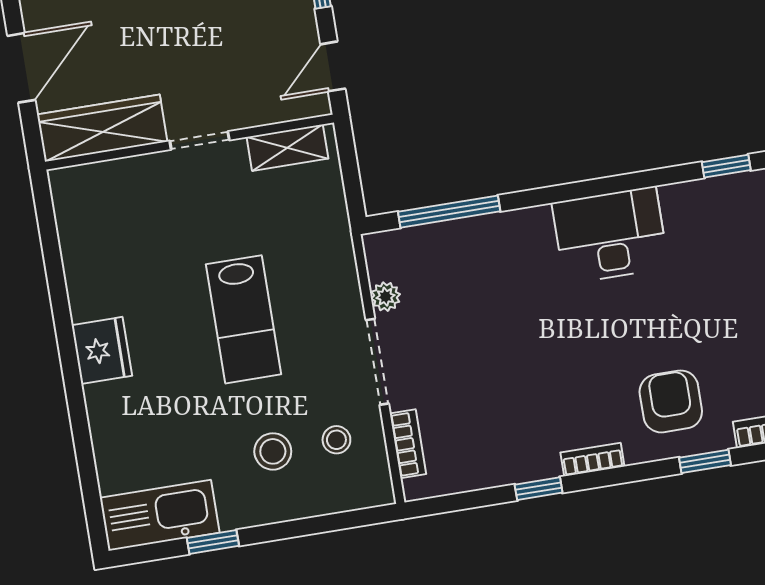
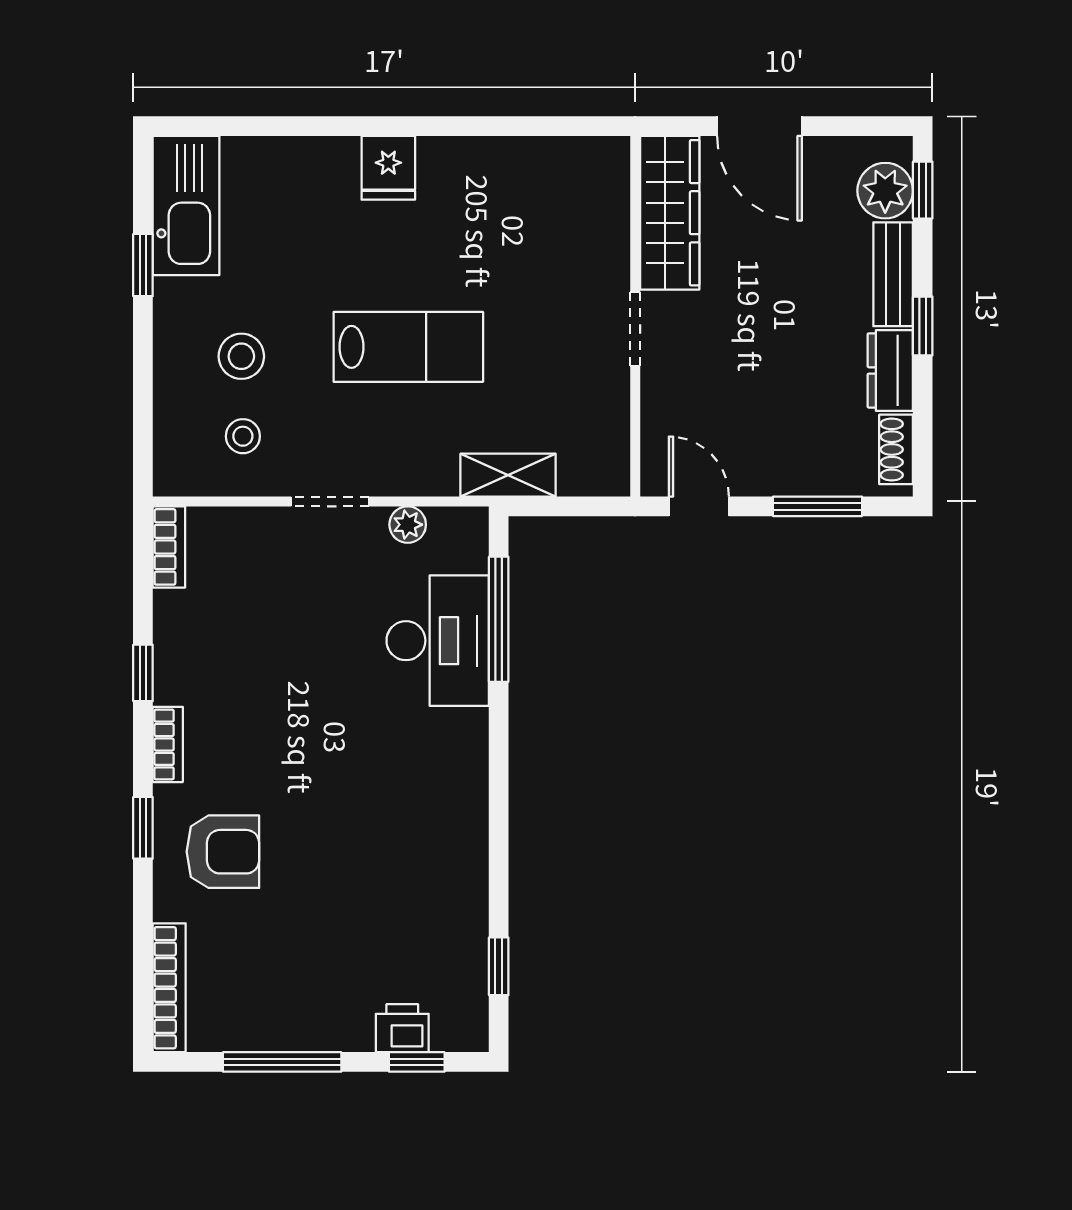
shelving: (287, 148) -> (508, 475), moved, turned 90
desk: (610, 235) -> (438, 641), moved
lab bench: (244, 319) -> (408, 347), turned 180
fridge: (102, 350) -> (388, 168), width x0.72
doorway: (377, 362) -> (330, 501), width x0.73
bookcase: (408, 444) -> (169, 547), moved, turned -90
window: (705, 461) -> (143, 828), moved

